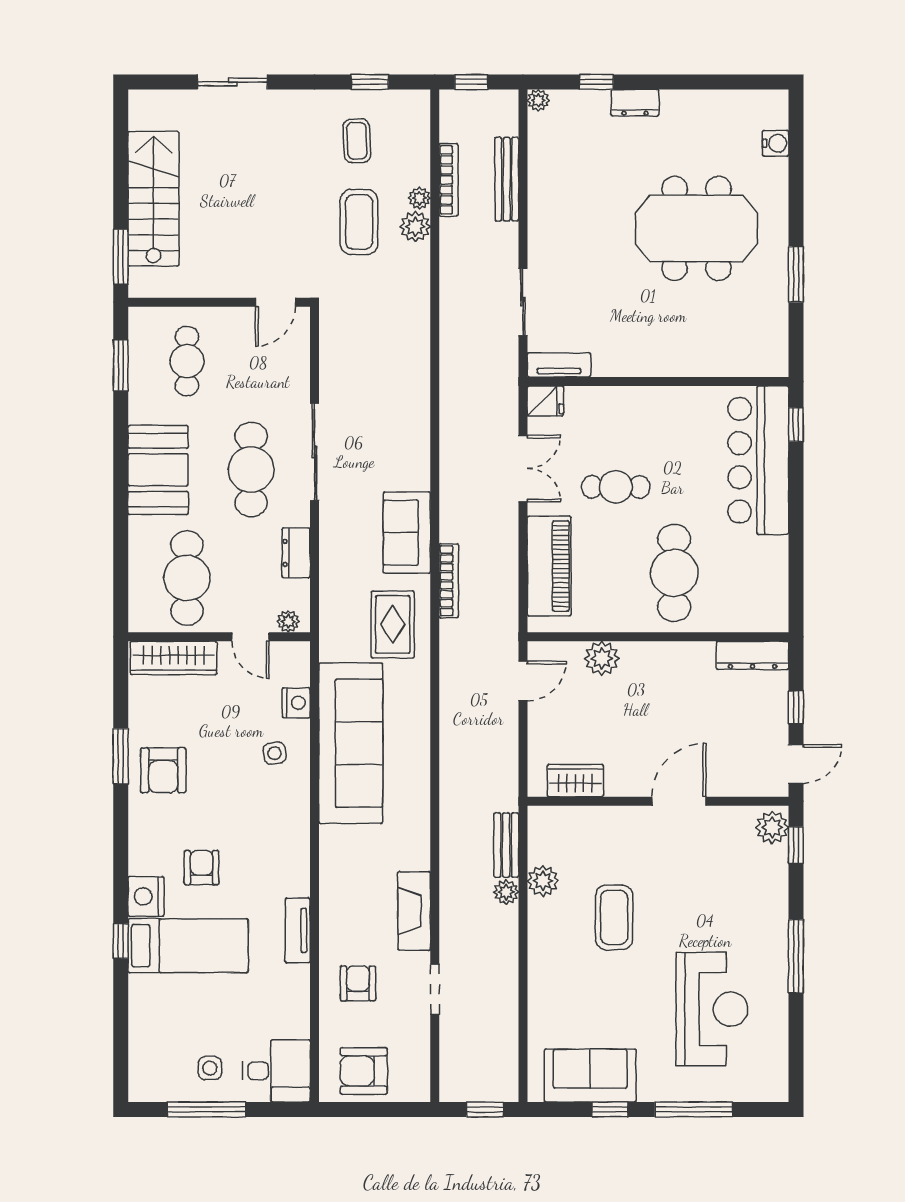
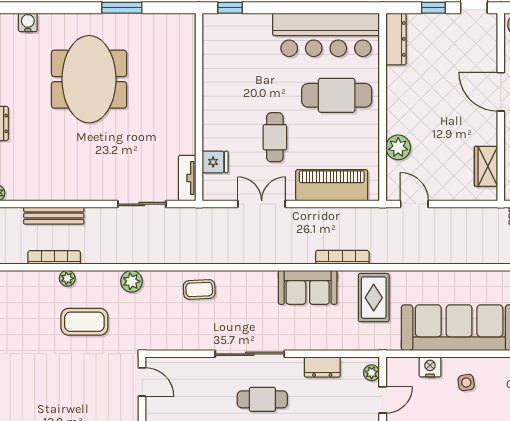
coffee table: (357, 141) -> (199, 289), moved
plant: (415, 227) -> (132, 281), moved
fridge: (545, 401) -> (215, 162), moved, turned 90
bar counter: (758, 460) -> (326, 35), moved
cafe table: (251, 469) -> (262, 399), width x0.73, depth x0.74
rug: (393, 624) -> (374, 298), turned 90

